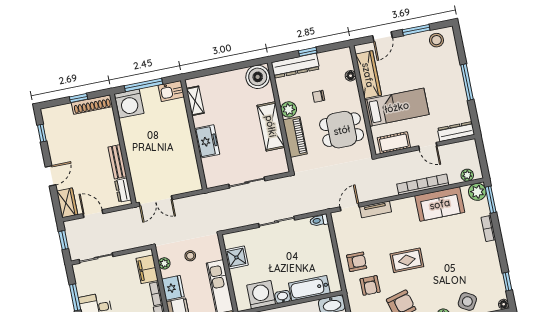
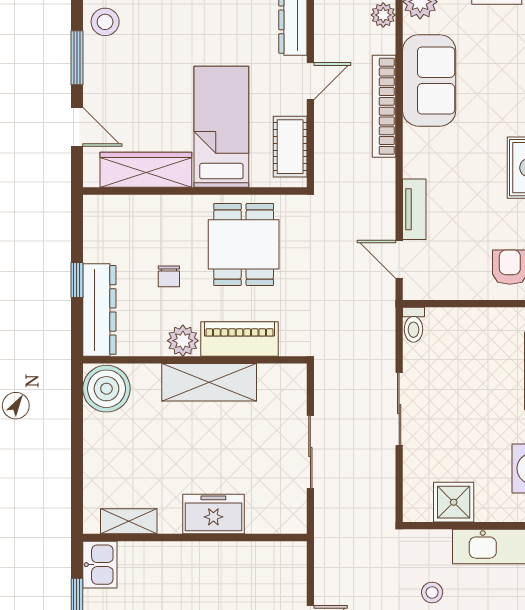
floor lamp: (351, 76) -> (141, 205), removed

